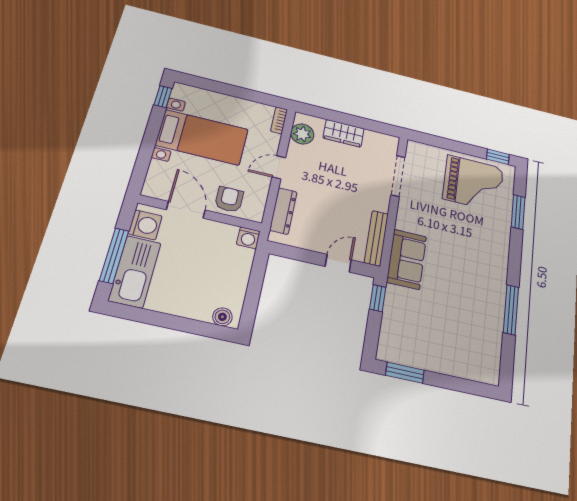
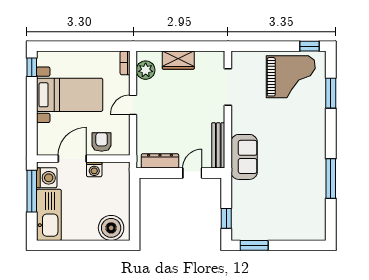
door: (186, 210) -> (72, 159), hinge flipped
dresser: (283, 211) -> (160, 161), moved, turned -90
washing machine: (248, 238) -> (94, 169), moved
window: (114, 256) -> (32, 191), moved
window: (378, 298) -> (226, 218), moved
boiler: (222, 317) -> (111, 228), width x1.86, depth x1.86

